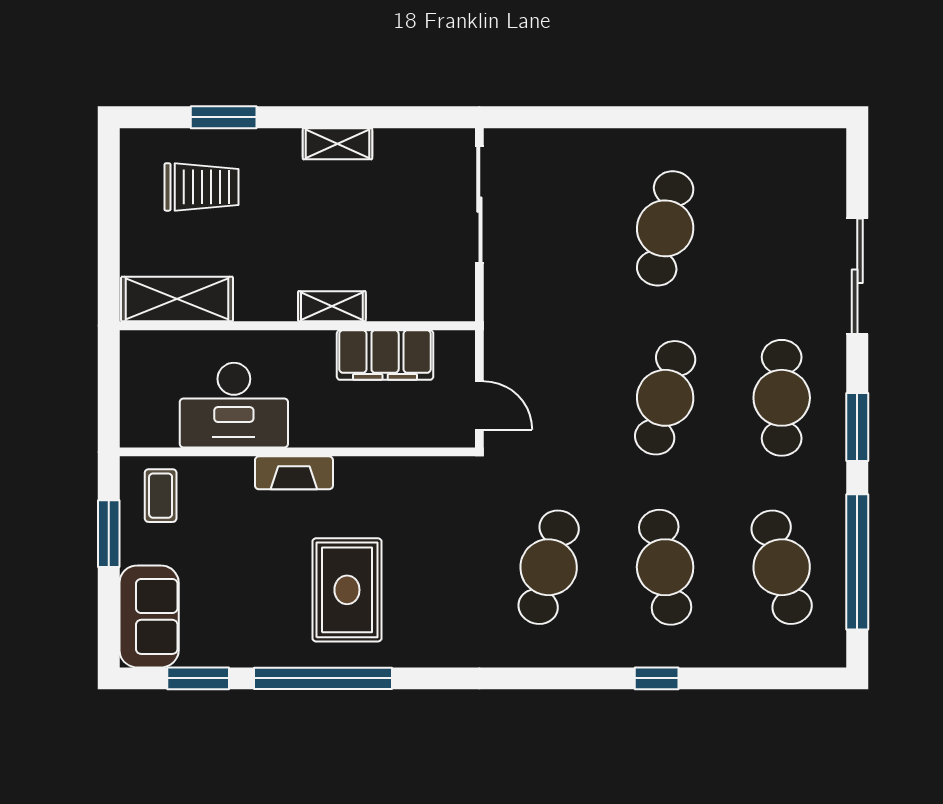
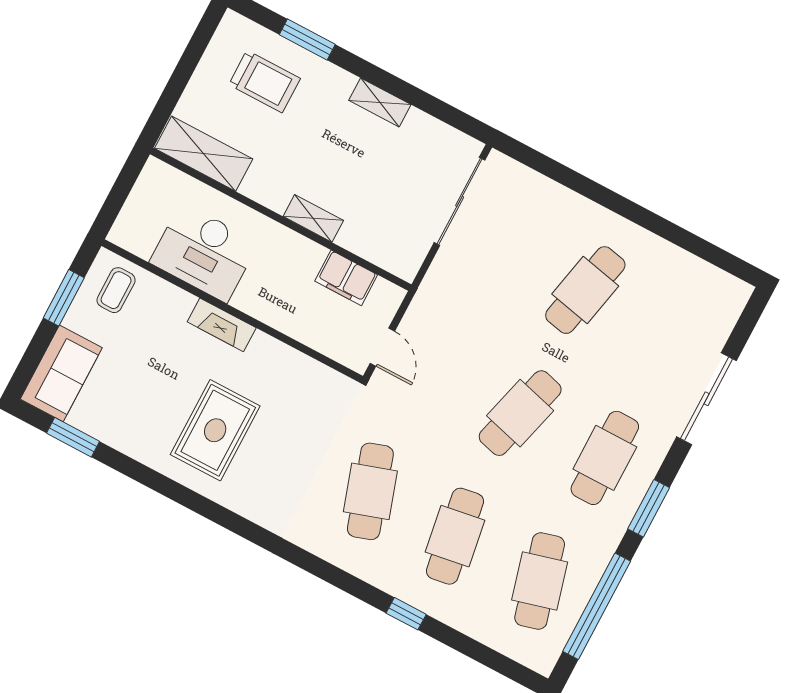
filing cabinet: (385, 355) -> (346, 278), width x0.67, depth x0.86
cafe table: (549, 567) -> (370, 491), turned -33
window: (323, 678) -> (164, 485), removed

